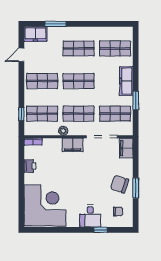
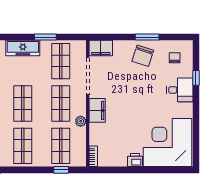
printer: (30, 166) -> (135, 160), moved

